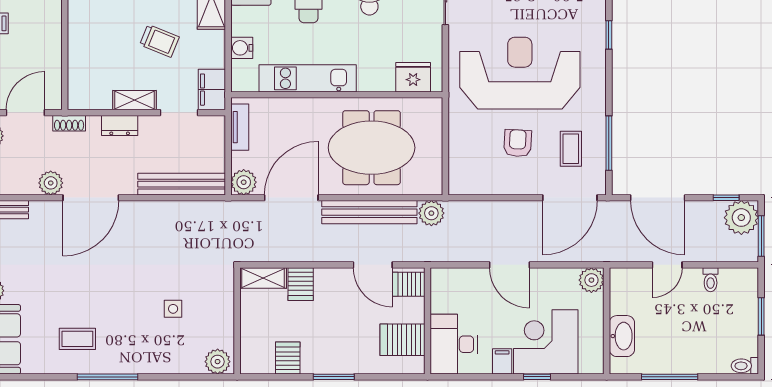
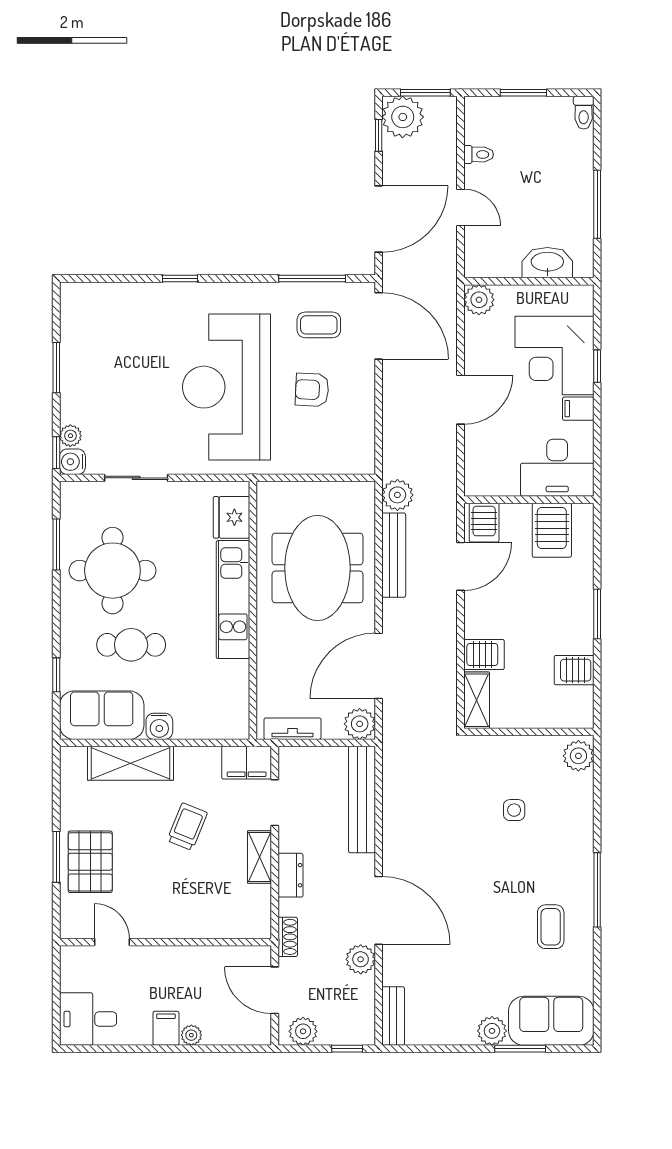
water cooler: (242, 48) -> (159, 726), moved
kitchen unit: (308, 78) -> (233, 600), moved
door: (291, 198) -> (379, 666), hinge flipped
bench: (369, 212) -> (394, 555), width x0.73, depth x0.82

